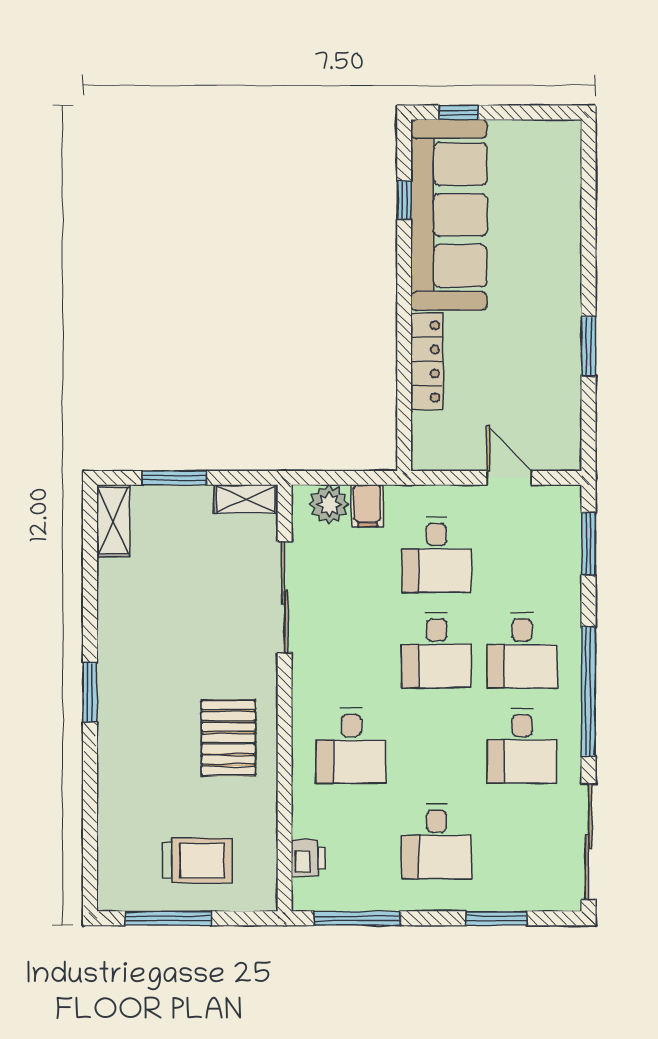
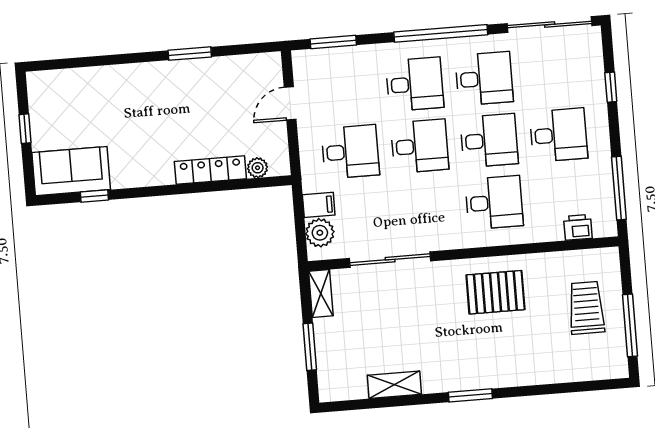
window: (459, 113) -> (25, 129), moved
sofa: (449, 215) -> (71, 171), width x0.54, depth x0.79
plant: (425, 426) -> (258, 168), added
shelving: (113, 521) -> (394, 385), moved
desk: (437, 746) -> (489, 141), added
window: (496, 918) -> (611, 87), width x0.67

